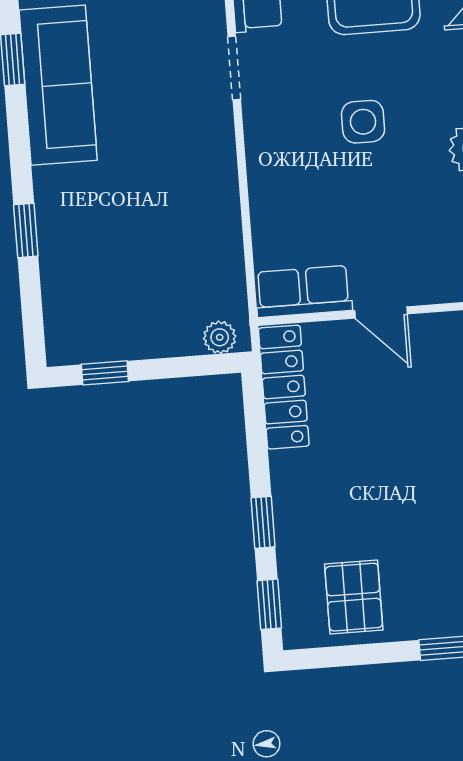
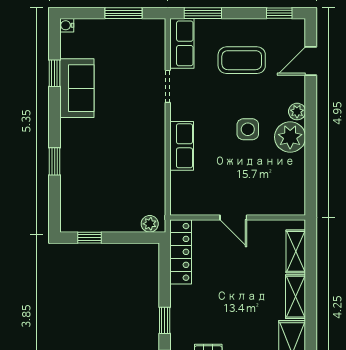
sofa: (58, 85) -> (77, 88), width x0.73
side table: (363, 122) -> (248, 129), moved
row of seats: (303, 291) -> (182, 146), moved, turned 90

